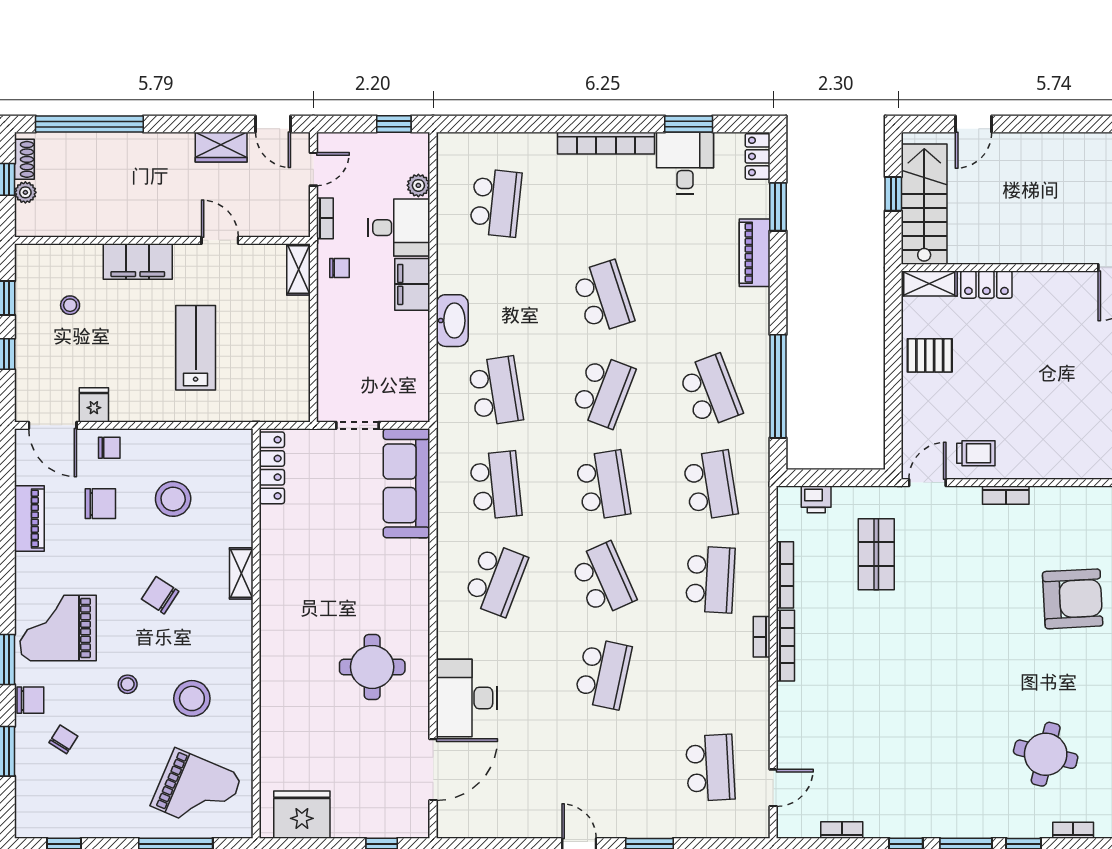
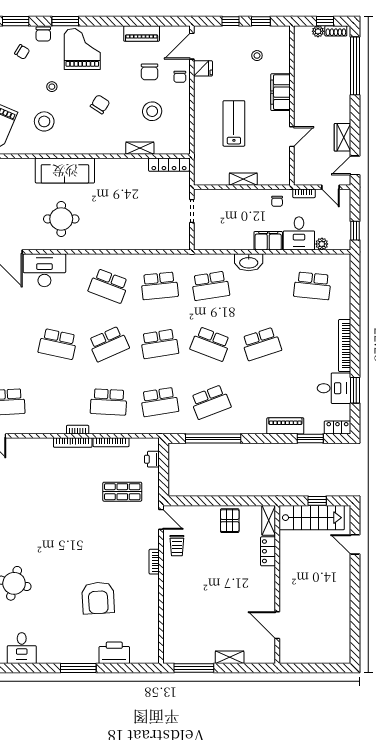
shelving: (299, 269) -> (243, 179), moved
lab bench: (196, 348) -> (234, 123), turned -90
sofa: (407, 483) -> (65, 171), moved, turned 180
shelving: (241, 573) -> (140, 148), moved

